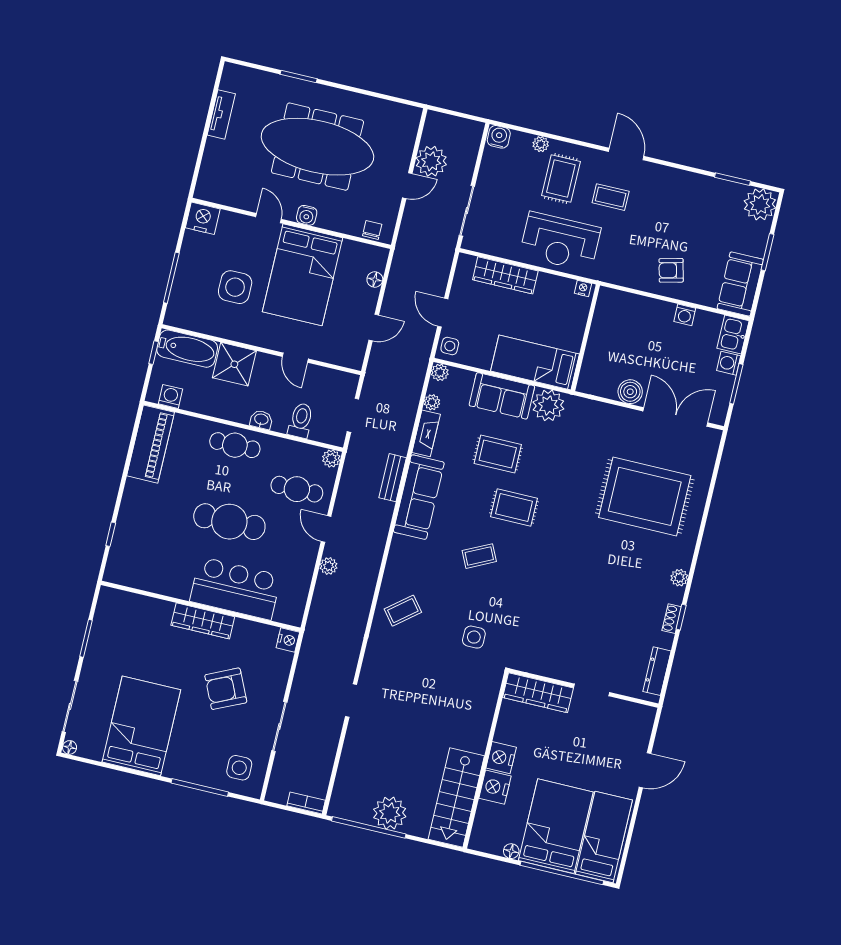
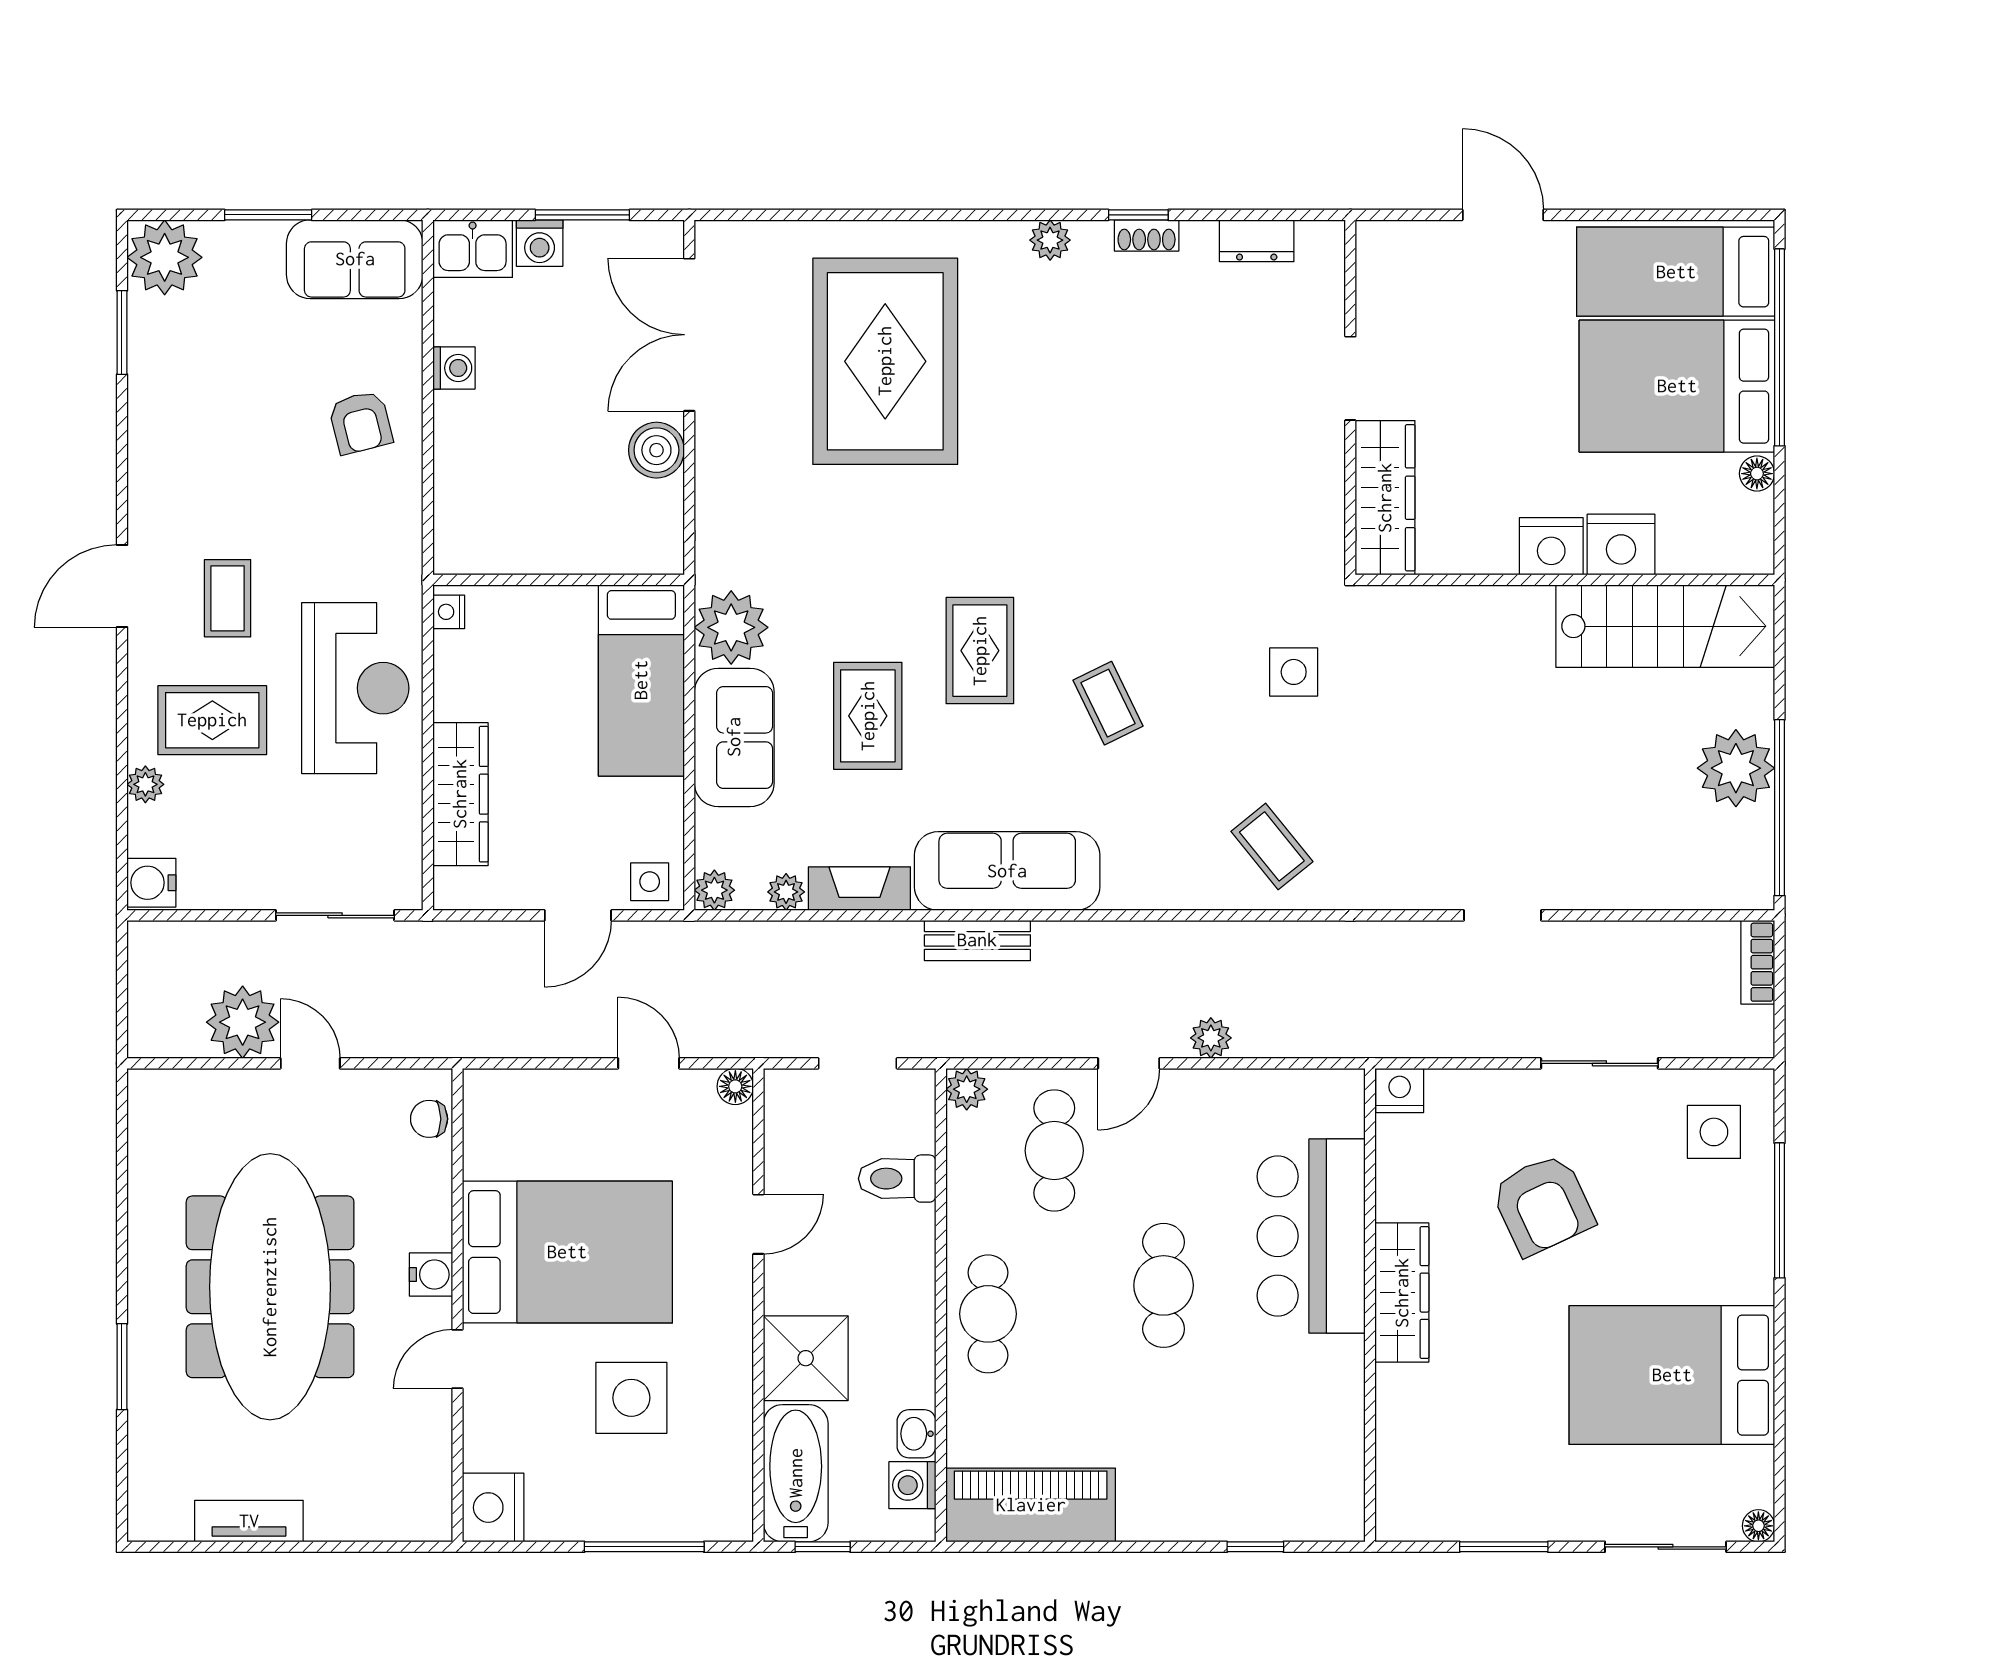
floor lamp: (375, 280) -> (735, 1086), moved
washbasin: (261, 420) -> (916, 1434), moved
cafe table: (229, 522) -> (1164, 1285), width x0.73, depth x0.74
dresser: (657, 671) -> (1257, 241), width x0.70

